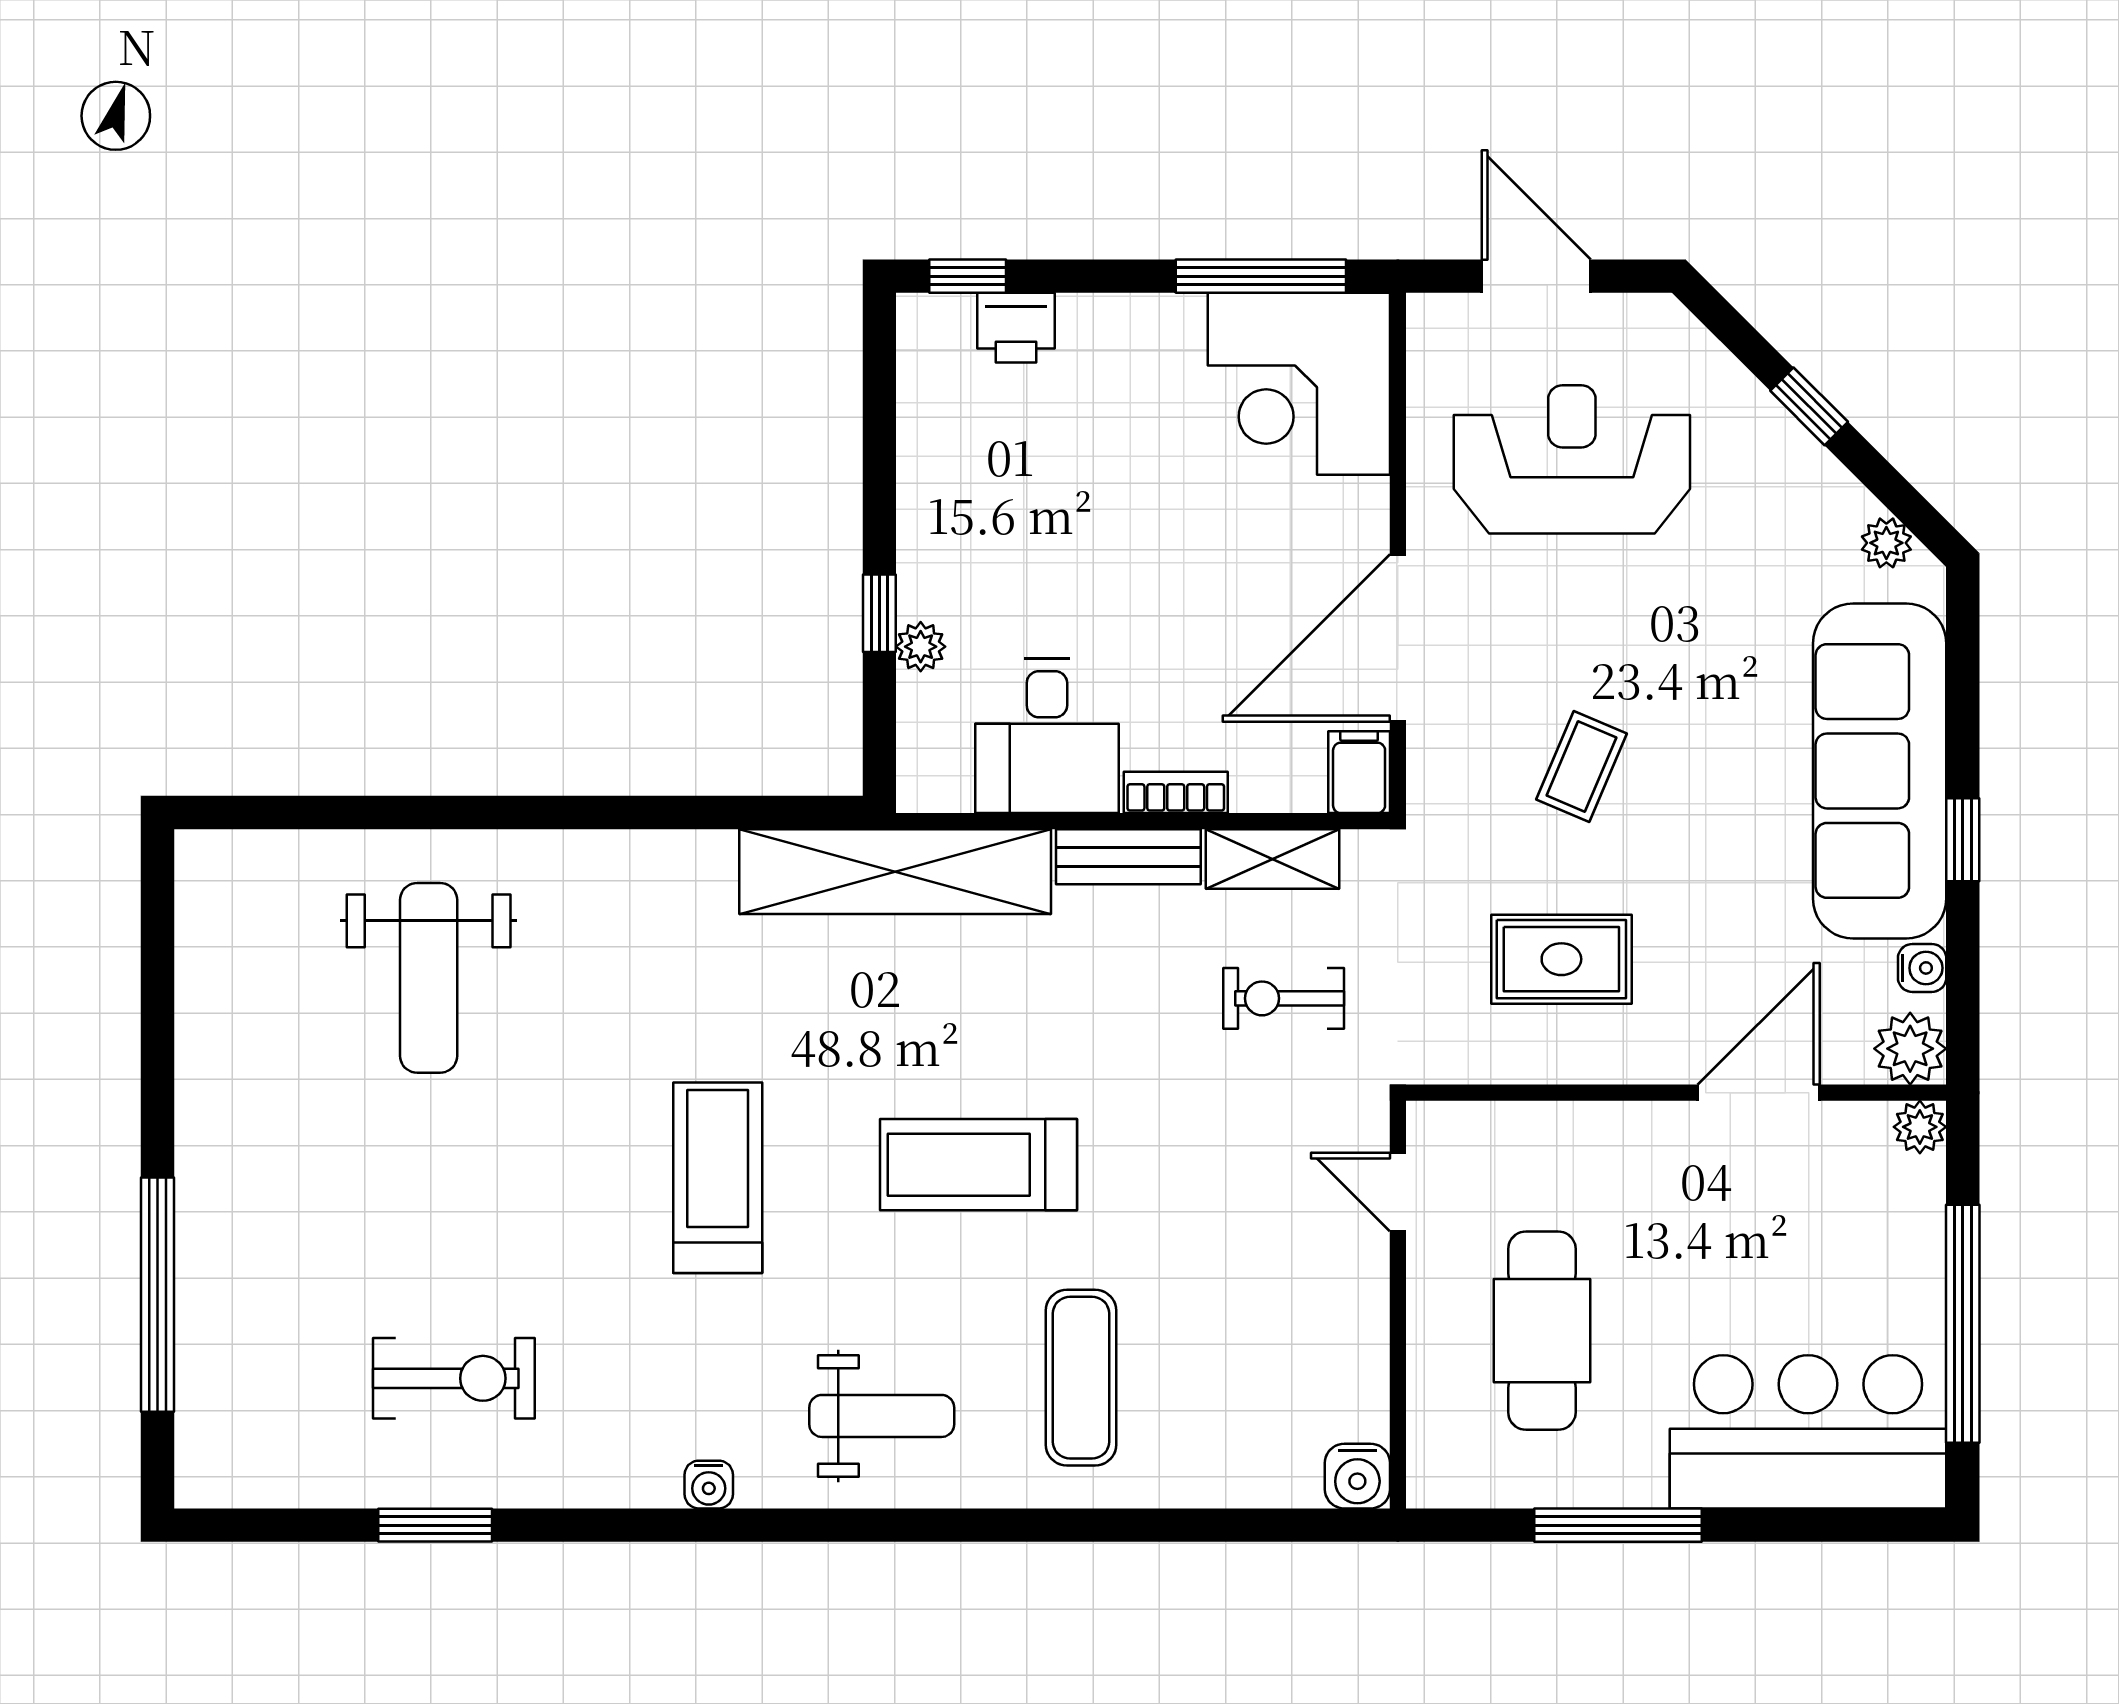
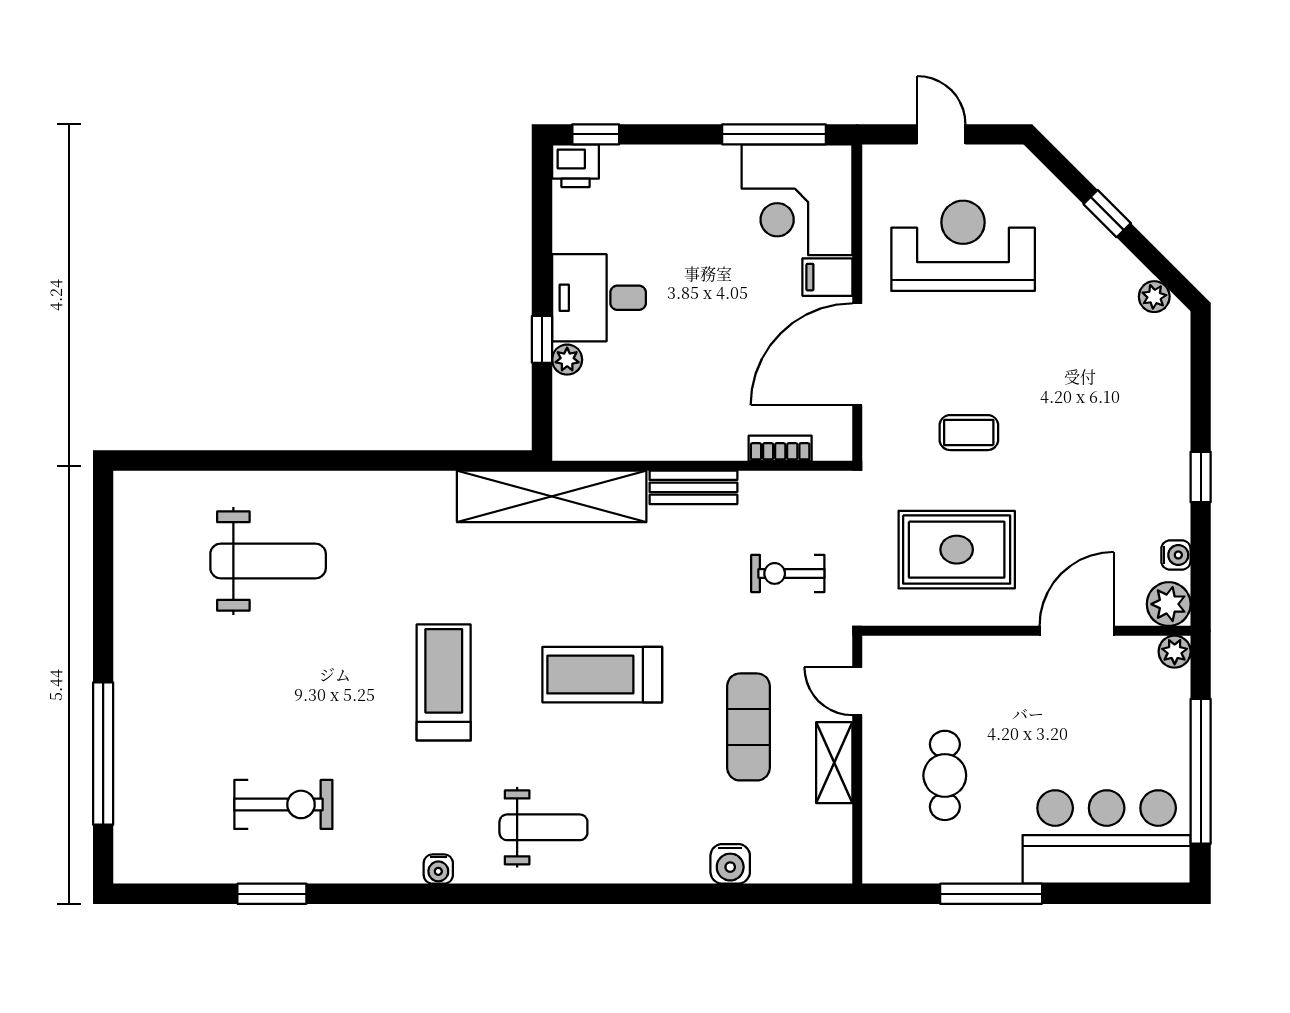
door: (1536, 276) -> (941, 134), width x0.73
printer: (1016, 328) -> (575, 166), moved
desk: (1047, 736) -> (599, 298), moved, turned 90
coffee table: (1581, 767) -> (969, 433), turned 67
sofa: (1880, 771) -> (1150, 435), removed
filing cabinet: (1359, 772) -> (827, 277), moved, turned -90
bookcase: (1176, 792) -> (780, 448), moved
shelving: (1272, 859) -> (834, 763), moved, turned 90
rug: (1561, 959) -> (957, 550), width x1.36, depth x1.43
weight bench: (429, 978) -> (268, 561), turned -90
cafe table: (1542, 1331) -> (945, 775), width x0.73, depth x0.74
exercise mat: (1081, 1378) -> (748, 727), moved
water cooler: (1357, 1476) -> (730, 864), moved

